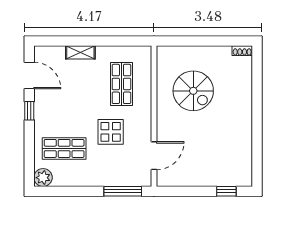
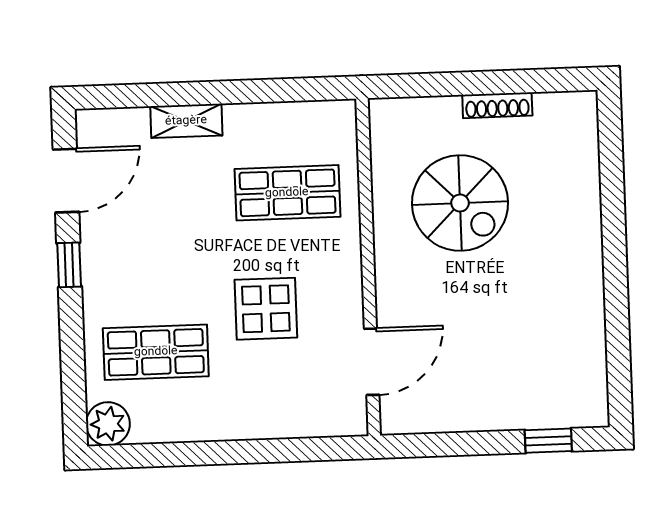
shoe rack: (242, 51) -> (497, 105), moved, width x1.43
door: (29, 75) -> (66, 181), hinge flipped
shop shelf: (121, 84) -> (287, 193), turned 90
window: (123, 191) -> (300, 450), removed

